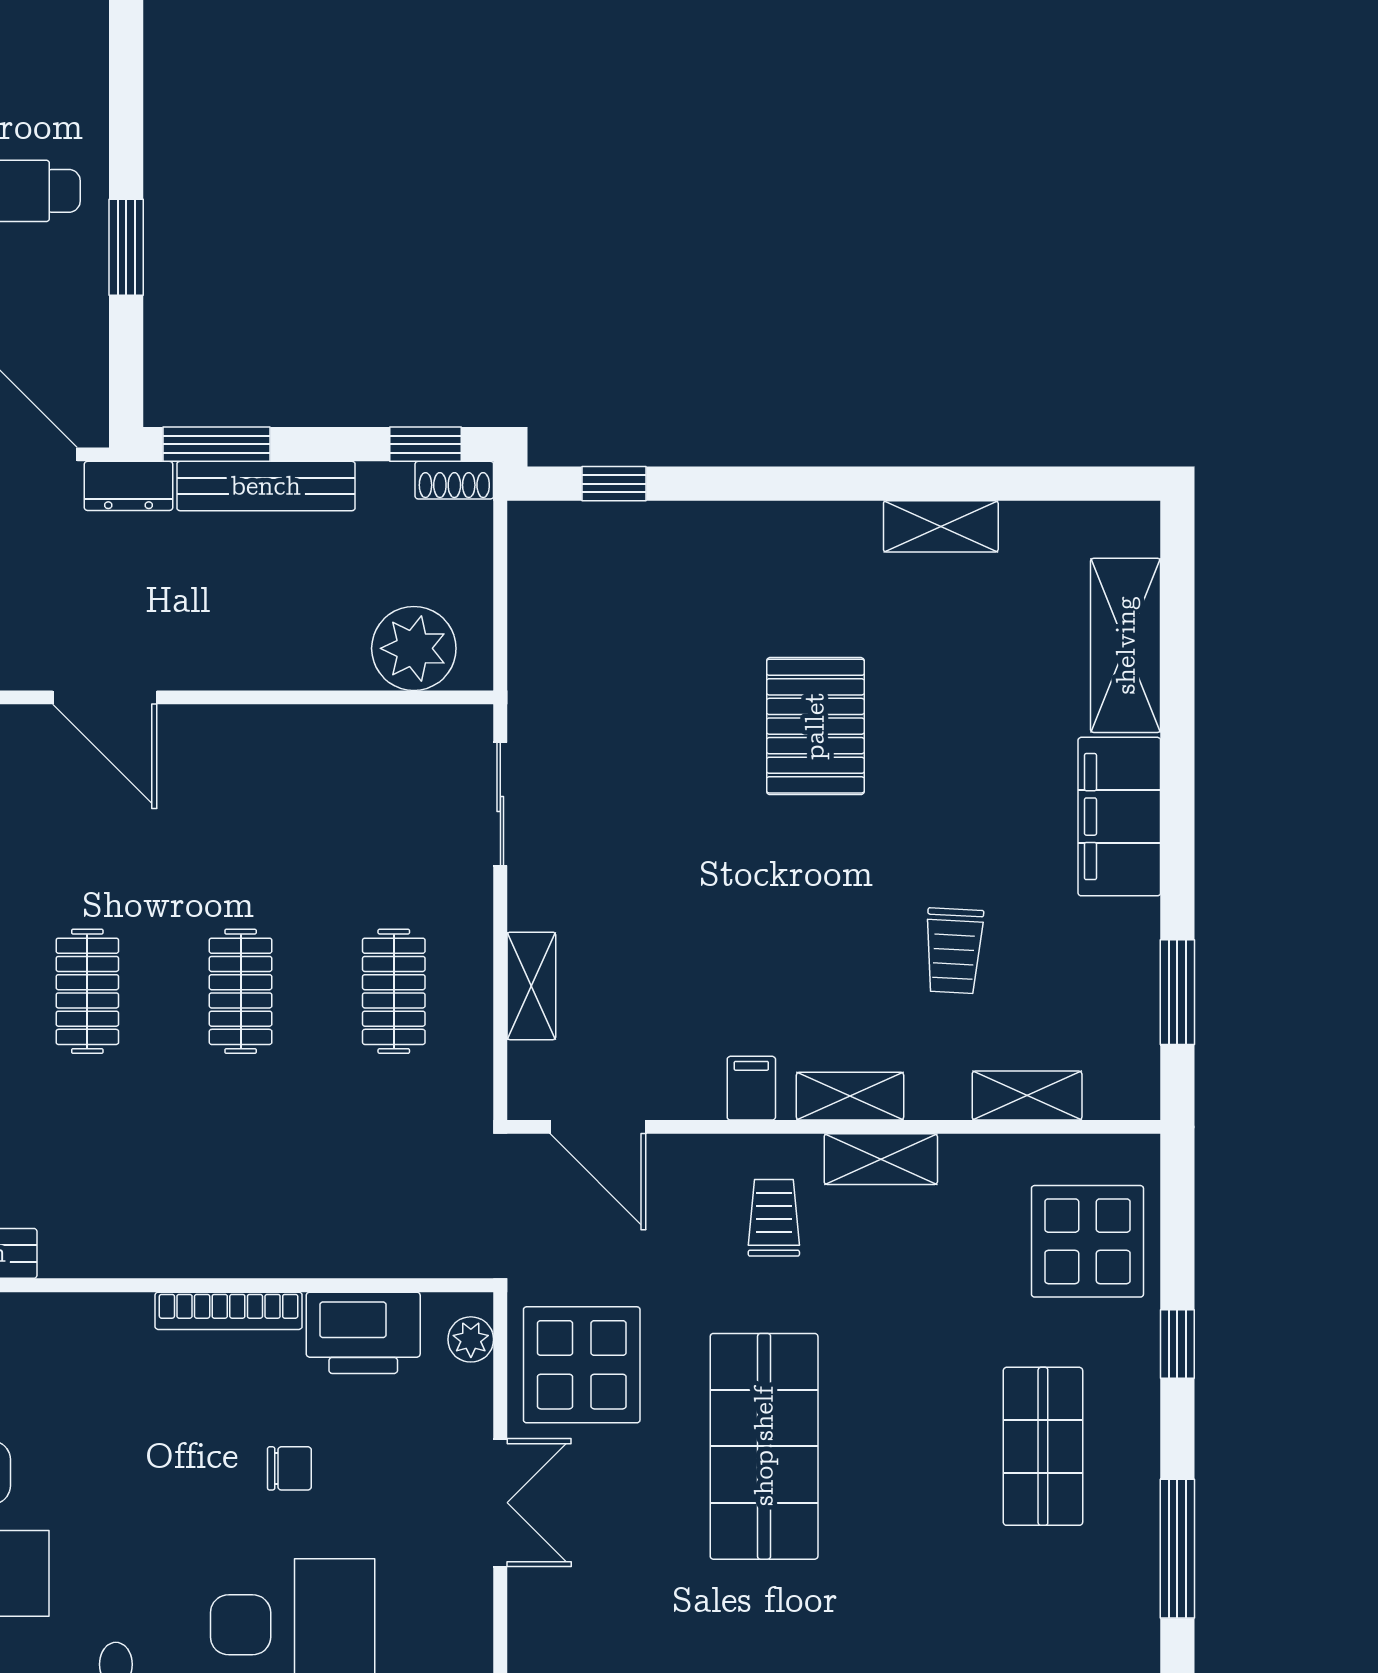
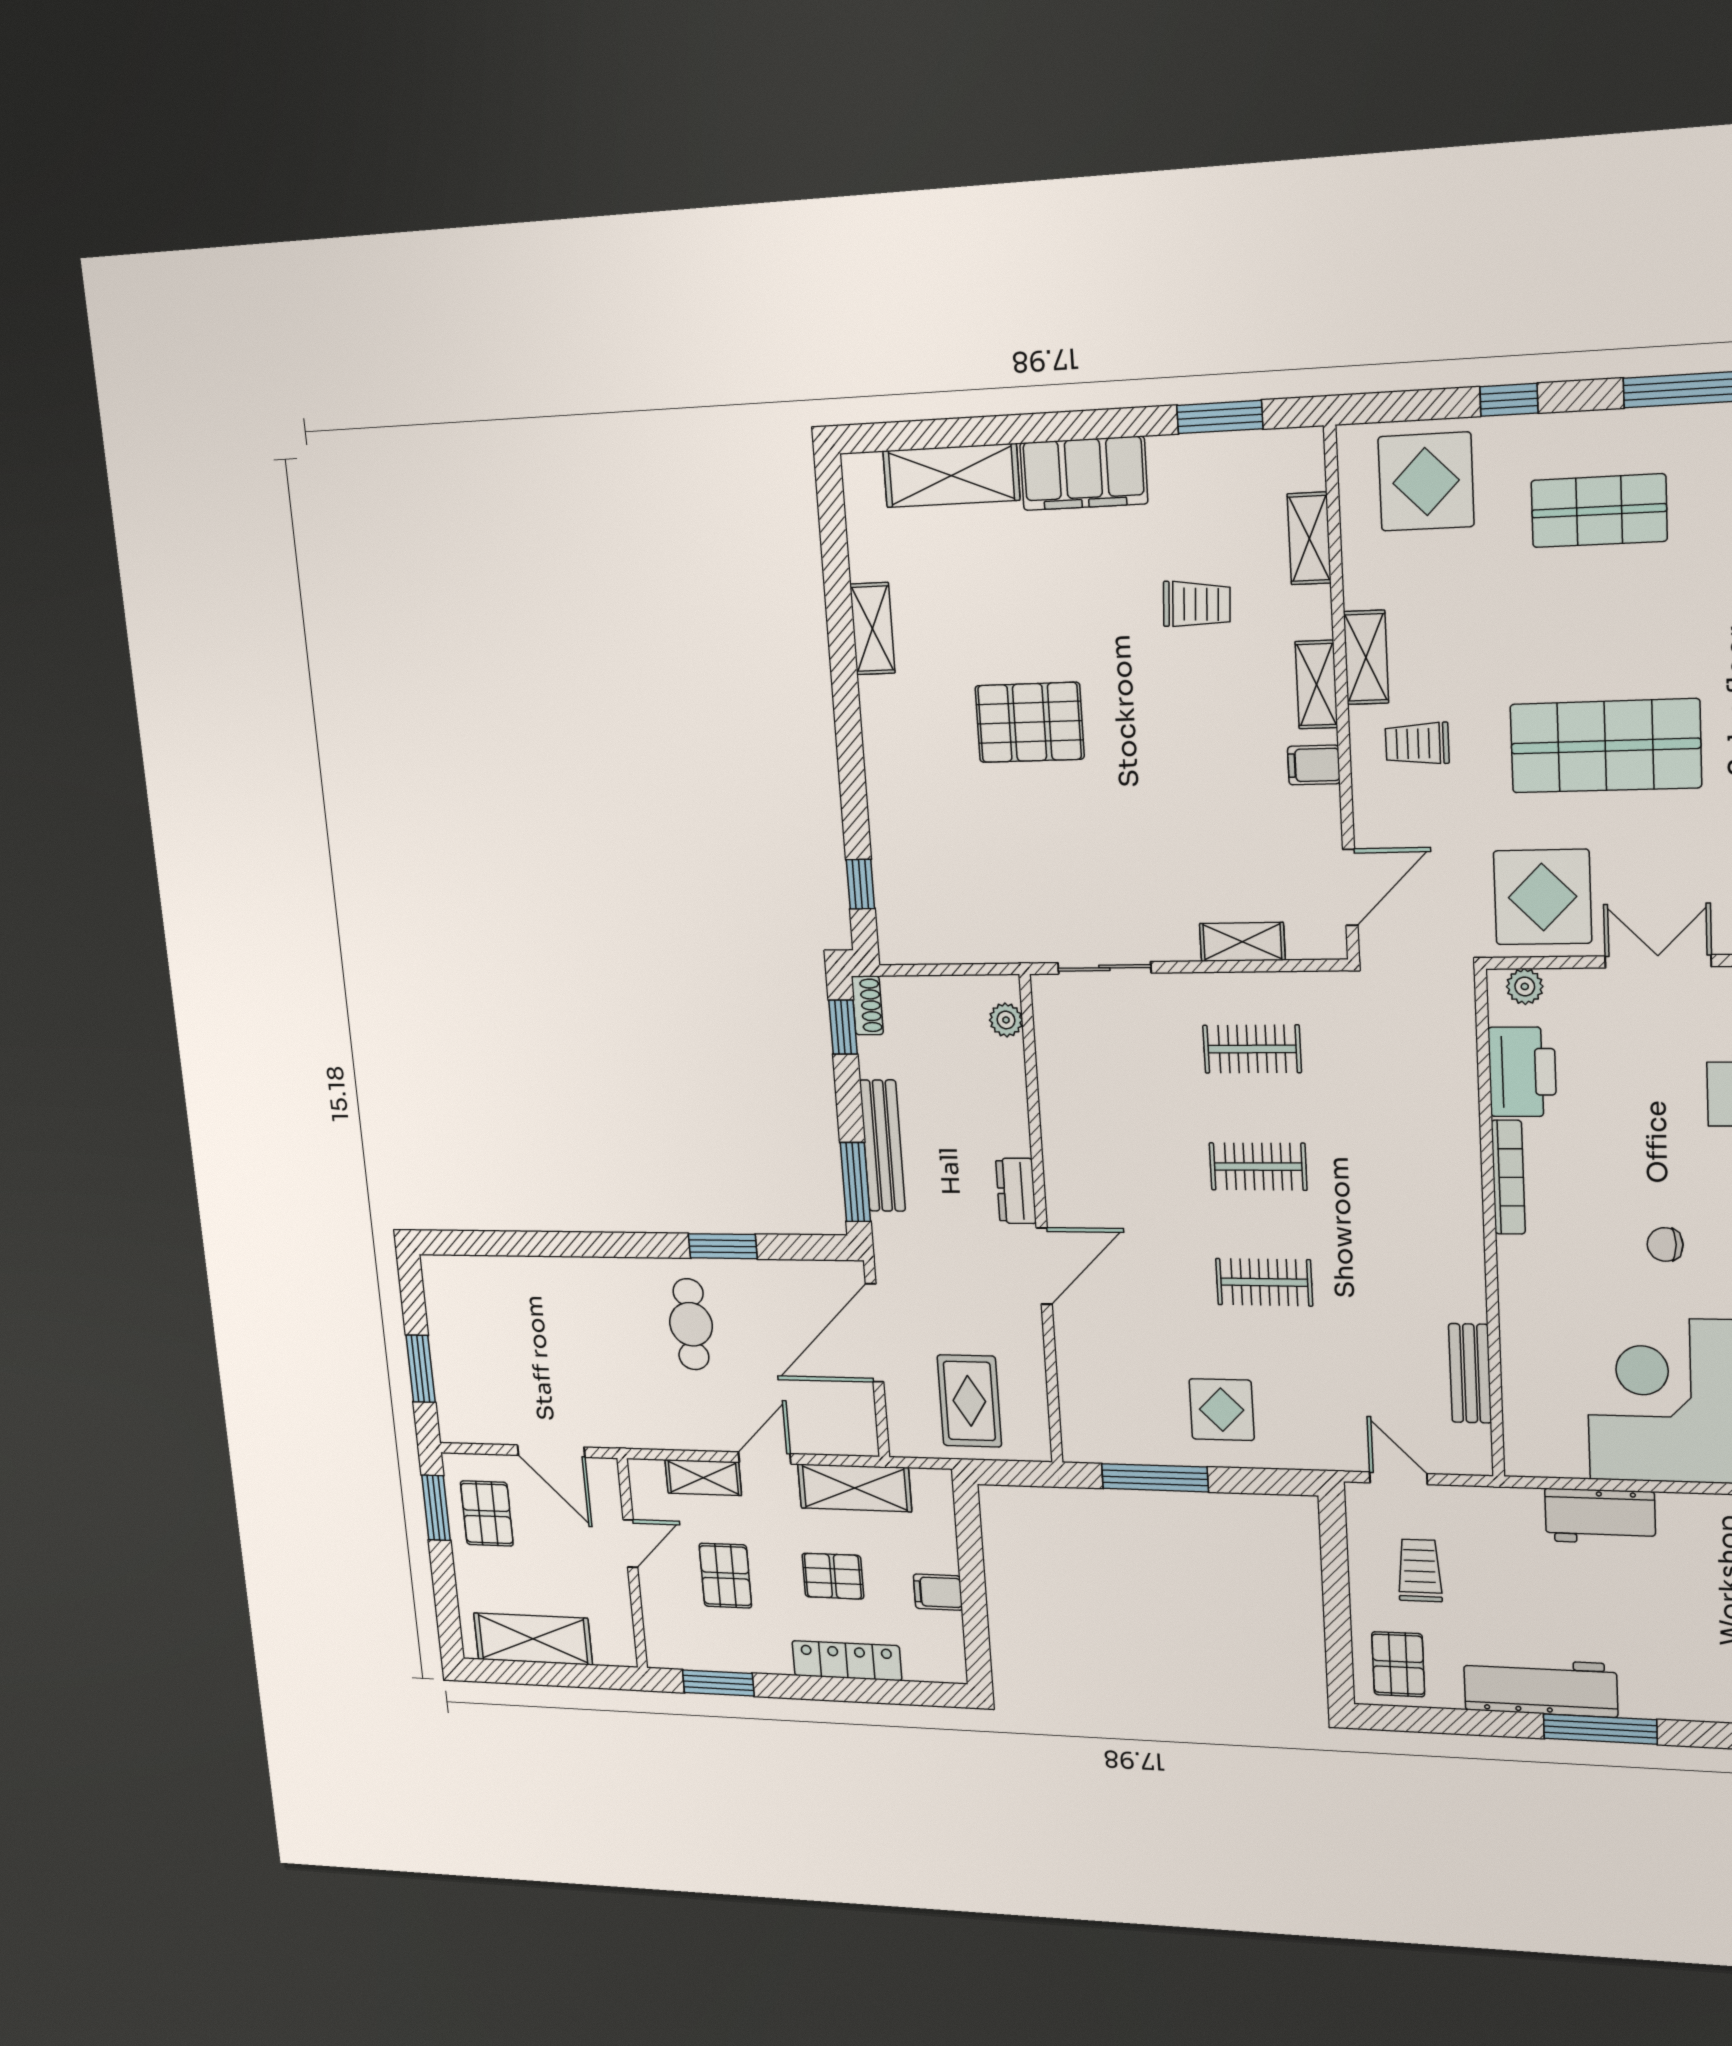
dresser: (129, 486) -> (1016, 1191), moved, turned 180
plant: (414, 648) -> (1006, 1020), width x0.53, depth x0.53
chair: (289, 1468) -> (1665, 1244), moved, turned -90

